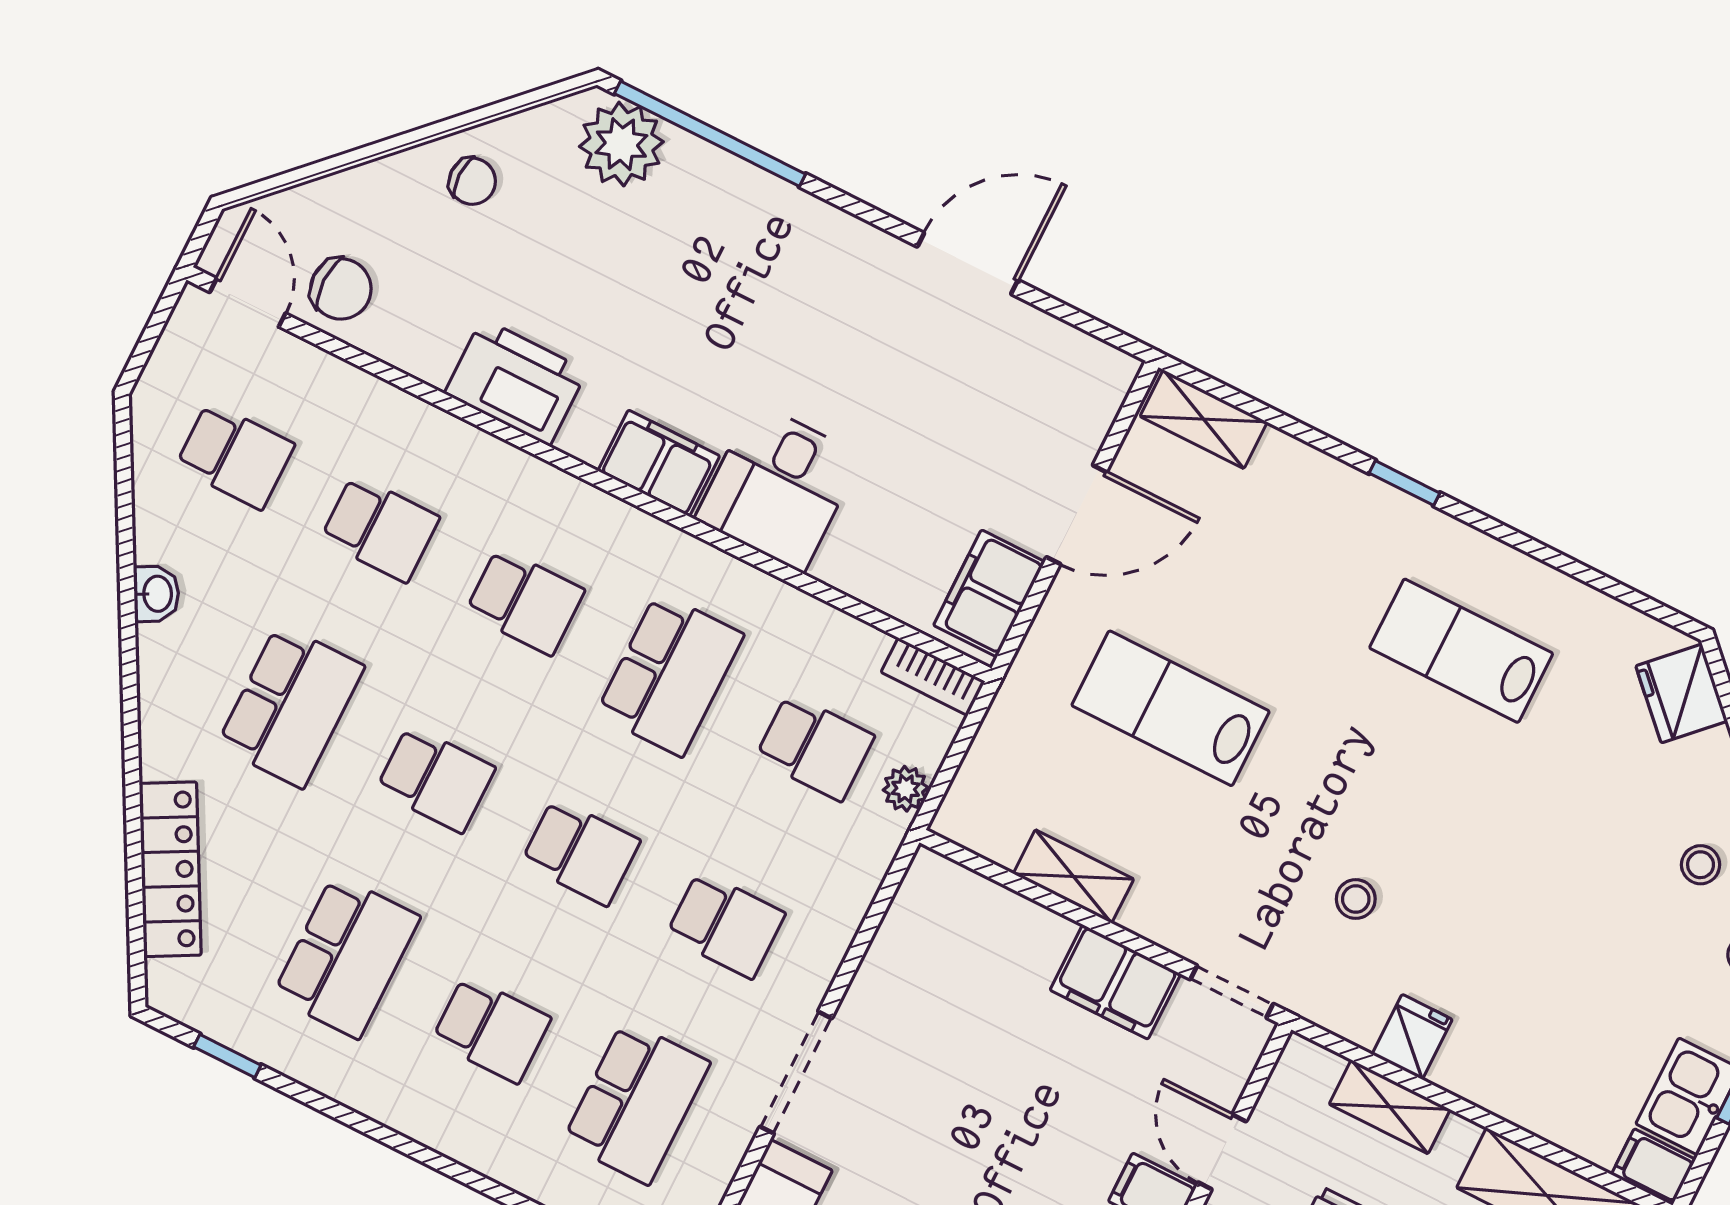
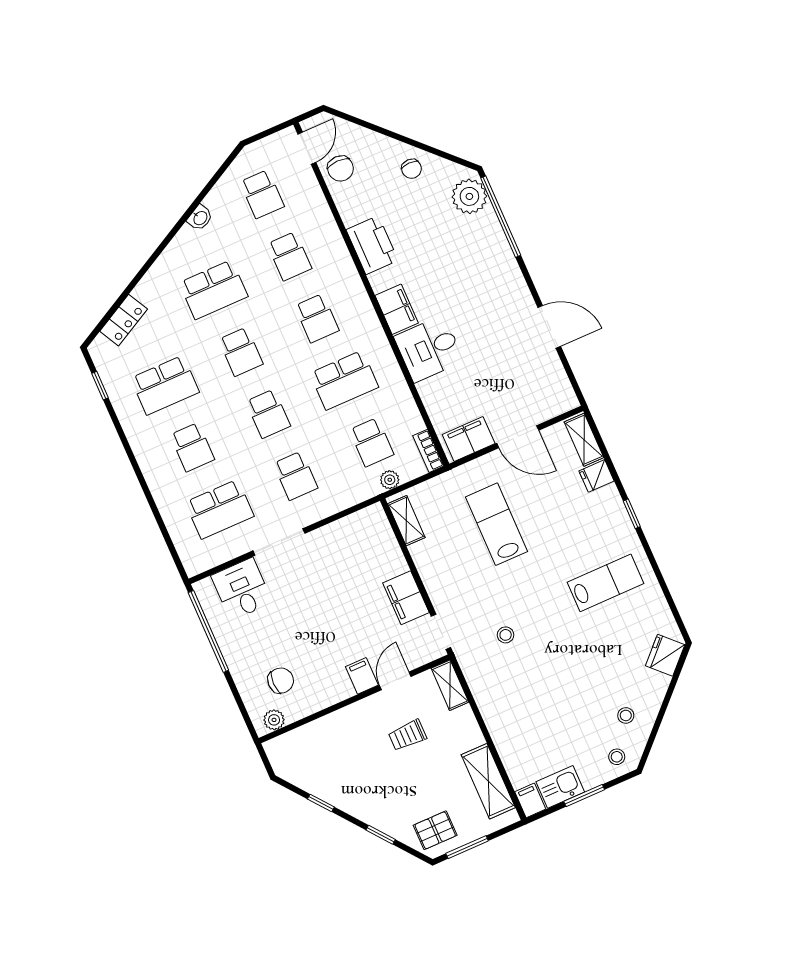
lab bench: (1461, 651) -> (605, 583), turned 90
locker: (170, 869) -> (124, 320), width x0.66
shelving: (1073, 876) -> (406, 521), moved
fridge: (1412, 1037) -> (596, 476), moved, turned 180
shelving: (1390, 1107) -> (450, 685), moved

